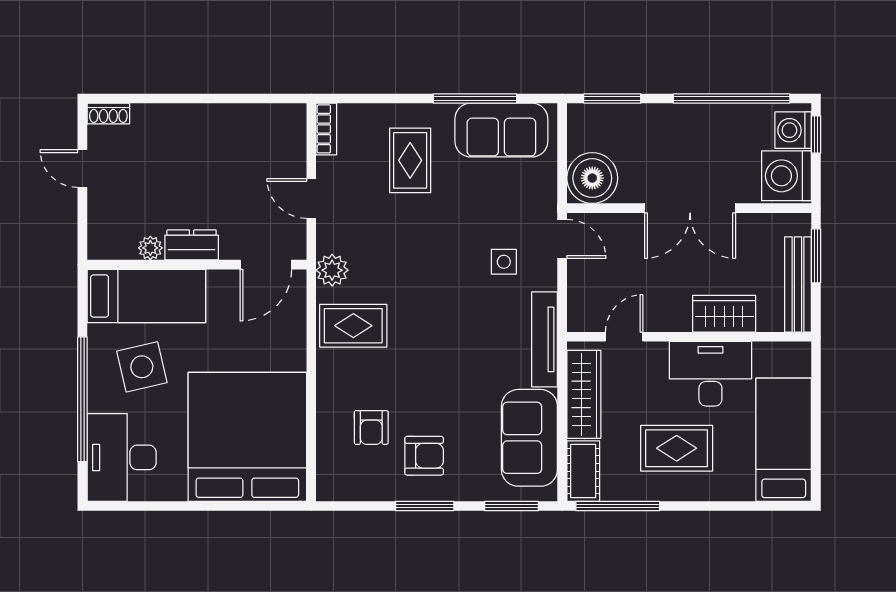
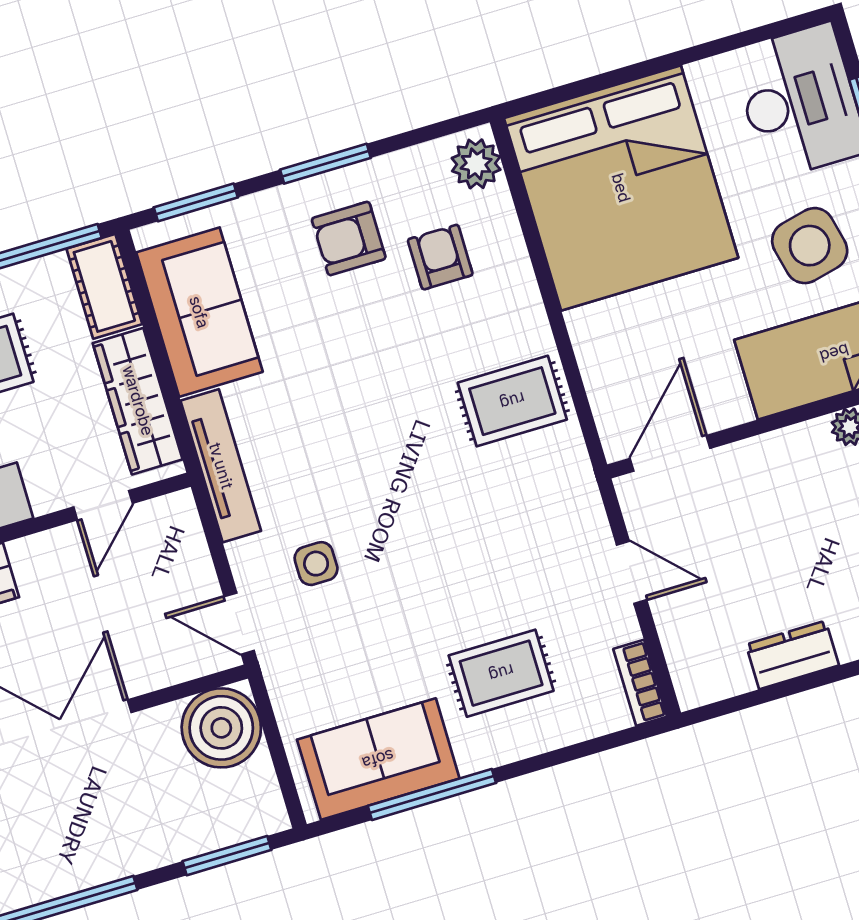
rug: (410, 160) -> (501, 673), turned 90
dresser: (192, 245) -> (792, 655), moved, turned 180
plant: (332, 270) -> (476, 164), moved

